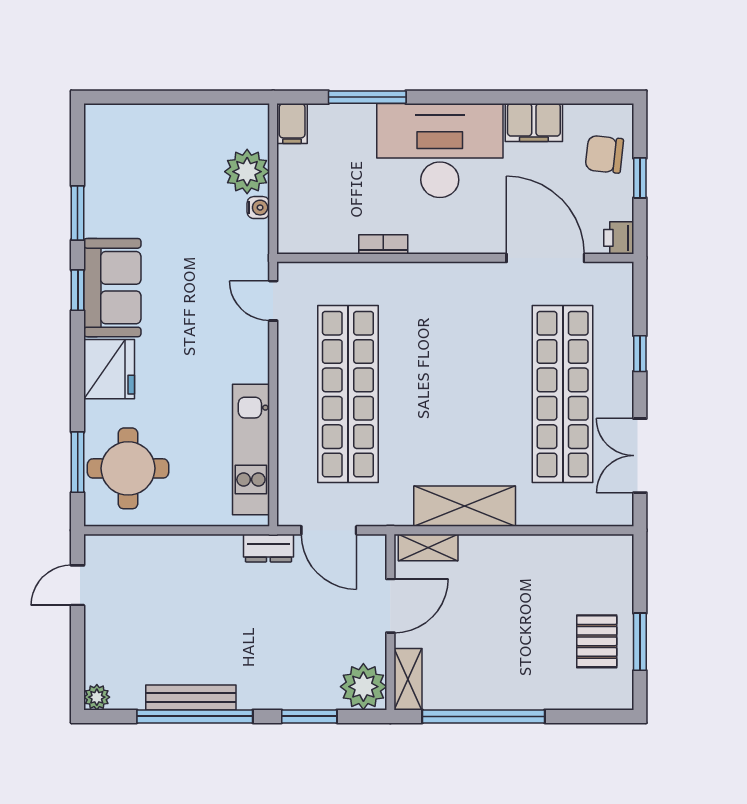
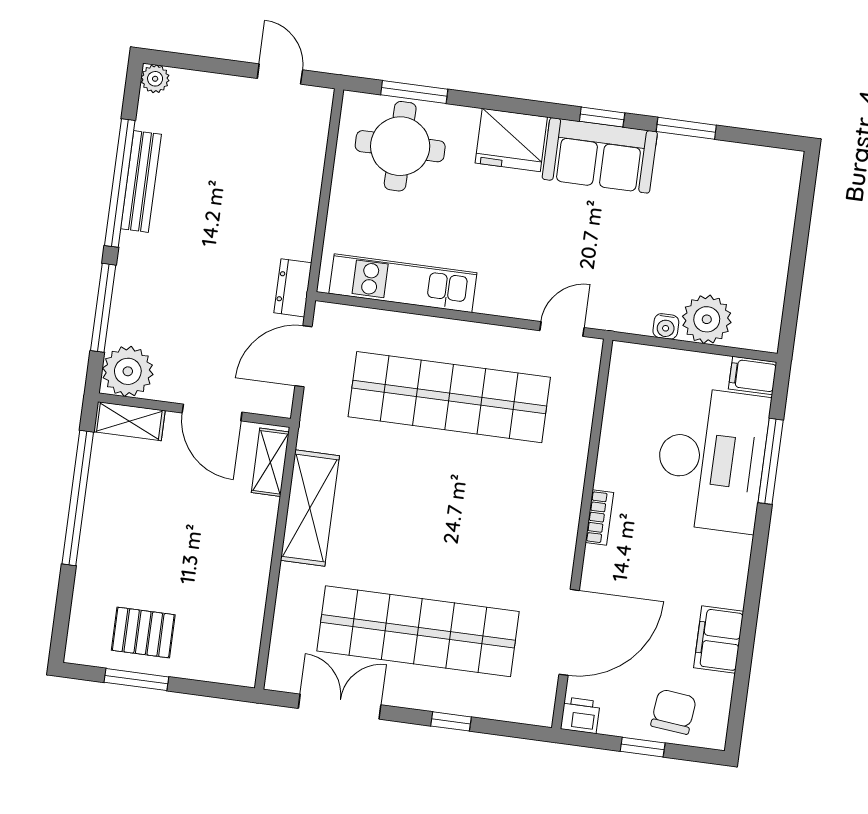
desk: (440, 151) -> (711, 459), moved
bookcase: (383, 244) -> (599, 517), moved
window: (309, 716) -> (103, 308), width x1.44

